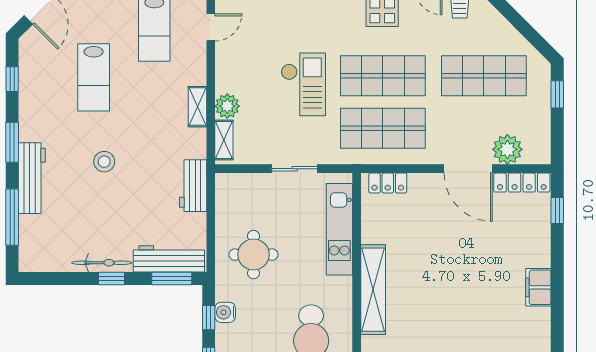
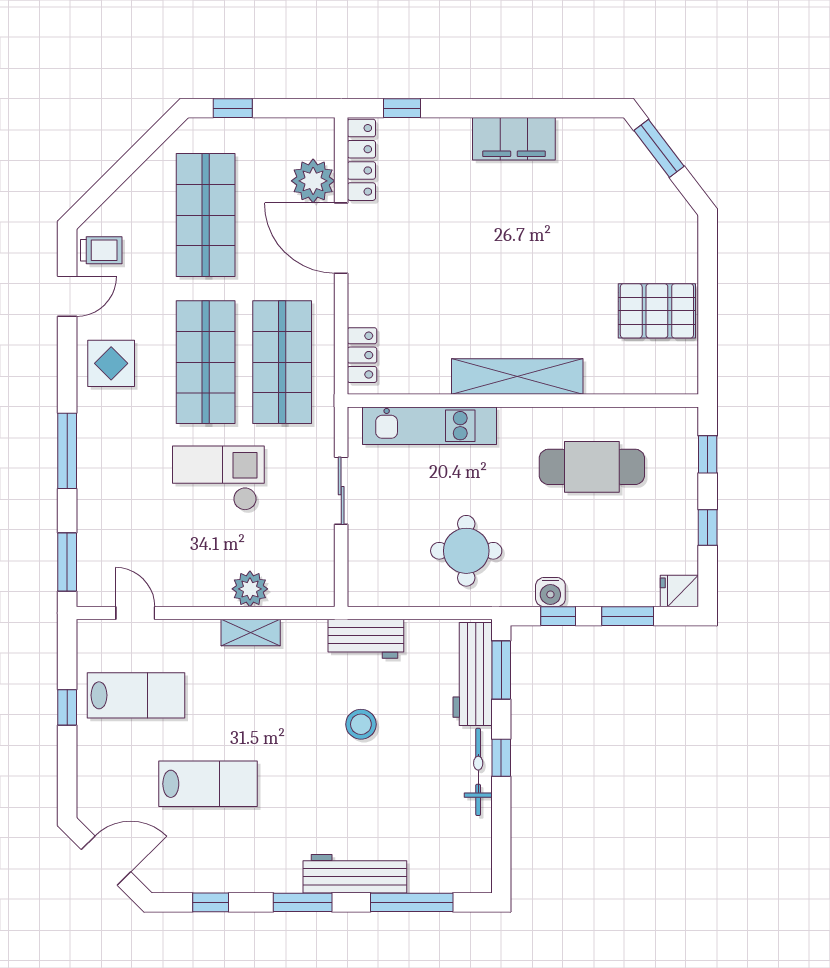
shelving: (224, 140) -> (299, 594), removed
stool: (104, 162) -> (361, 724), moved
door: (468, 169) -> (341, 238), swing flipped
filing cabinet: (538, 287) -> (514, 139), width x1.50, depth x1.17

